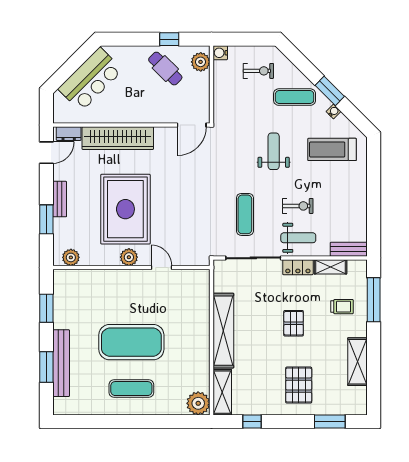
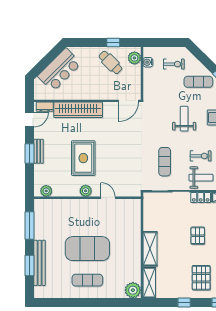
water cooler: (220, 53) -> (148, 62), moved
rug: (125, 209) -> (83, 158), width x0.73, depth x0.69
window: (46, 219) -> (30, 153), moved
window: (46, 308) -> (30, 226), width x1.44
shelving: (223, 331) -> (150, 249), width x0.68
window: (252, 422) -> (184, 303), moved

